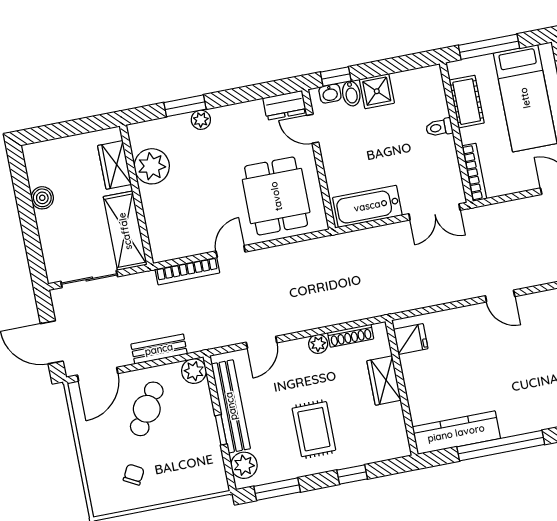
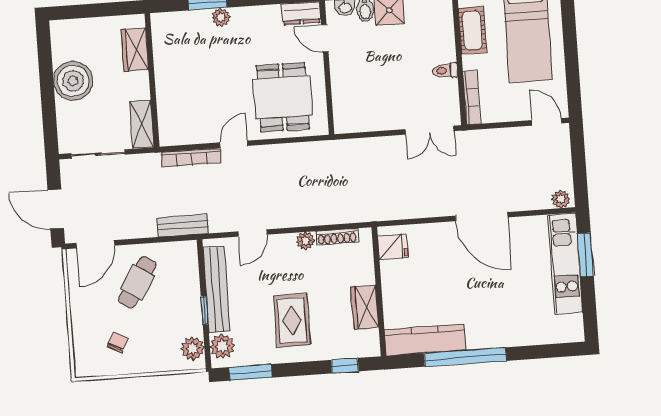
toilet: (439, 128) -> (445, 71), moved
plant: (152, 166) -> (170, 55), removed
boiler: (42, 198) -> (73, 81), width x1.86, depth x1.86
bathtub: (367, 206) -> (367, 117), removed
shelving: (125, 231) -> (142, 124), width x0.67, depth x0.75
door: (500, 296) -> (482, 217), width x1.87
bench: (159, 349) -> (183, 226), moved
plant: (194, 371) -> (193, 348), moved
wardrobe: (384, 380) -> (365, 307), moved
window: (352, 474) -> (345, 366), moved

